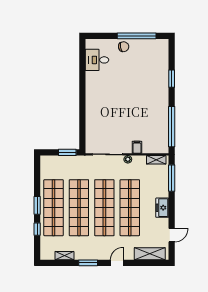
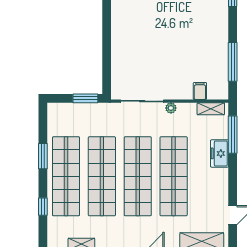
window: (172, 127) -> (233, 62), width x0.68
filing cabinet: (137, 147) -> (200, 91), moved
window: (37, 205) -> (43, 156), moved
freezer: (162, 208) -> (220, 153), moved

